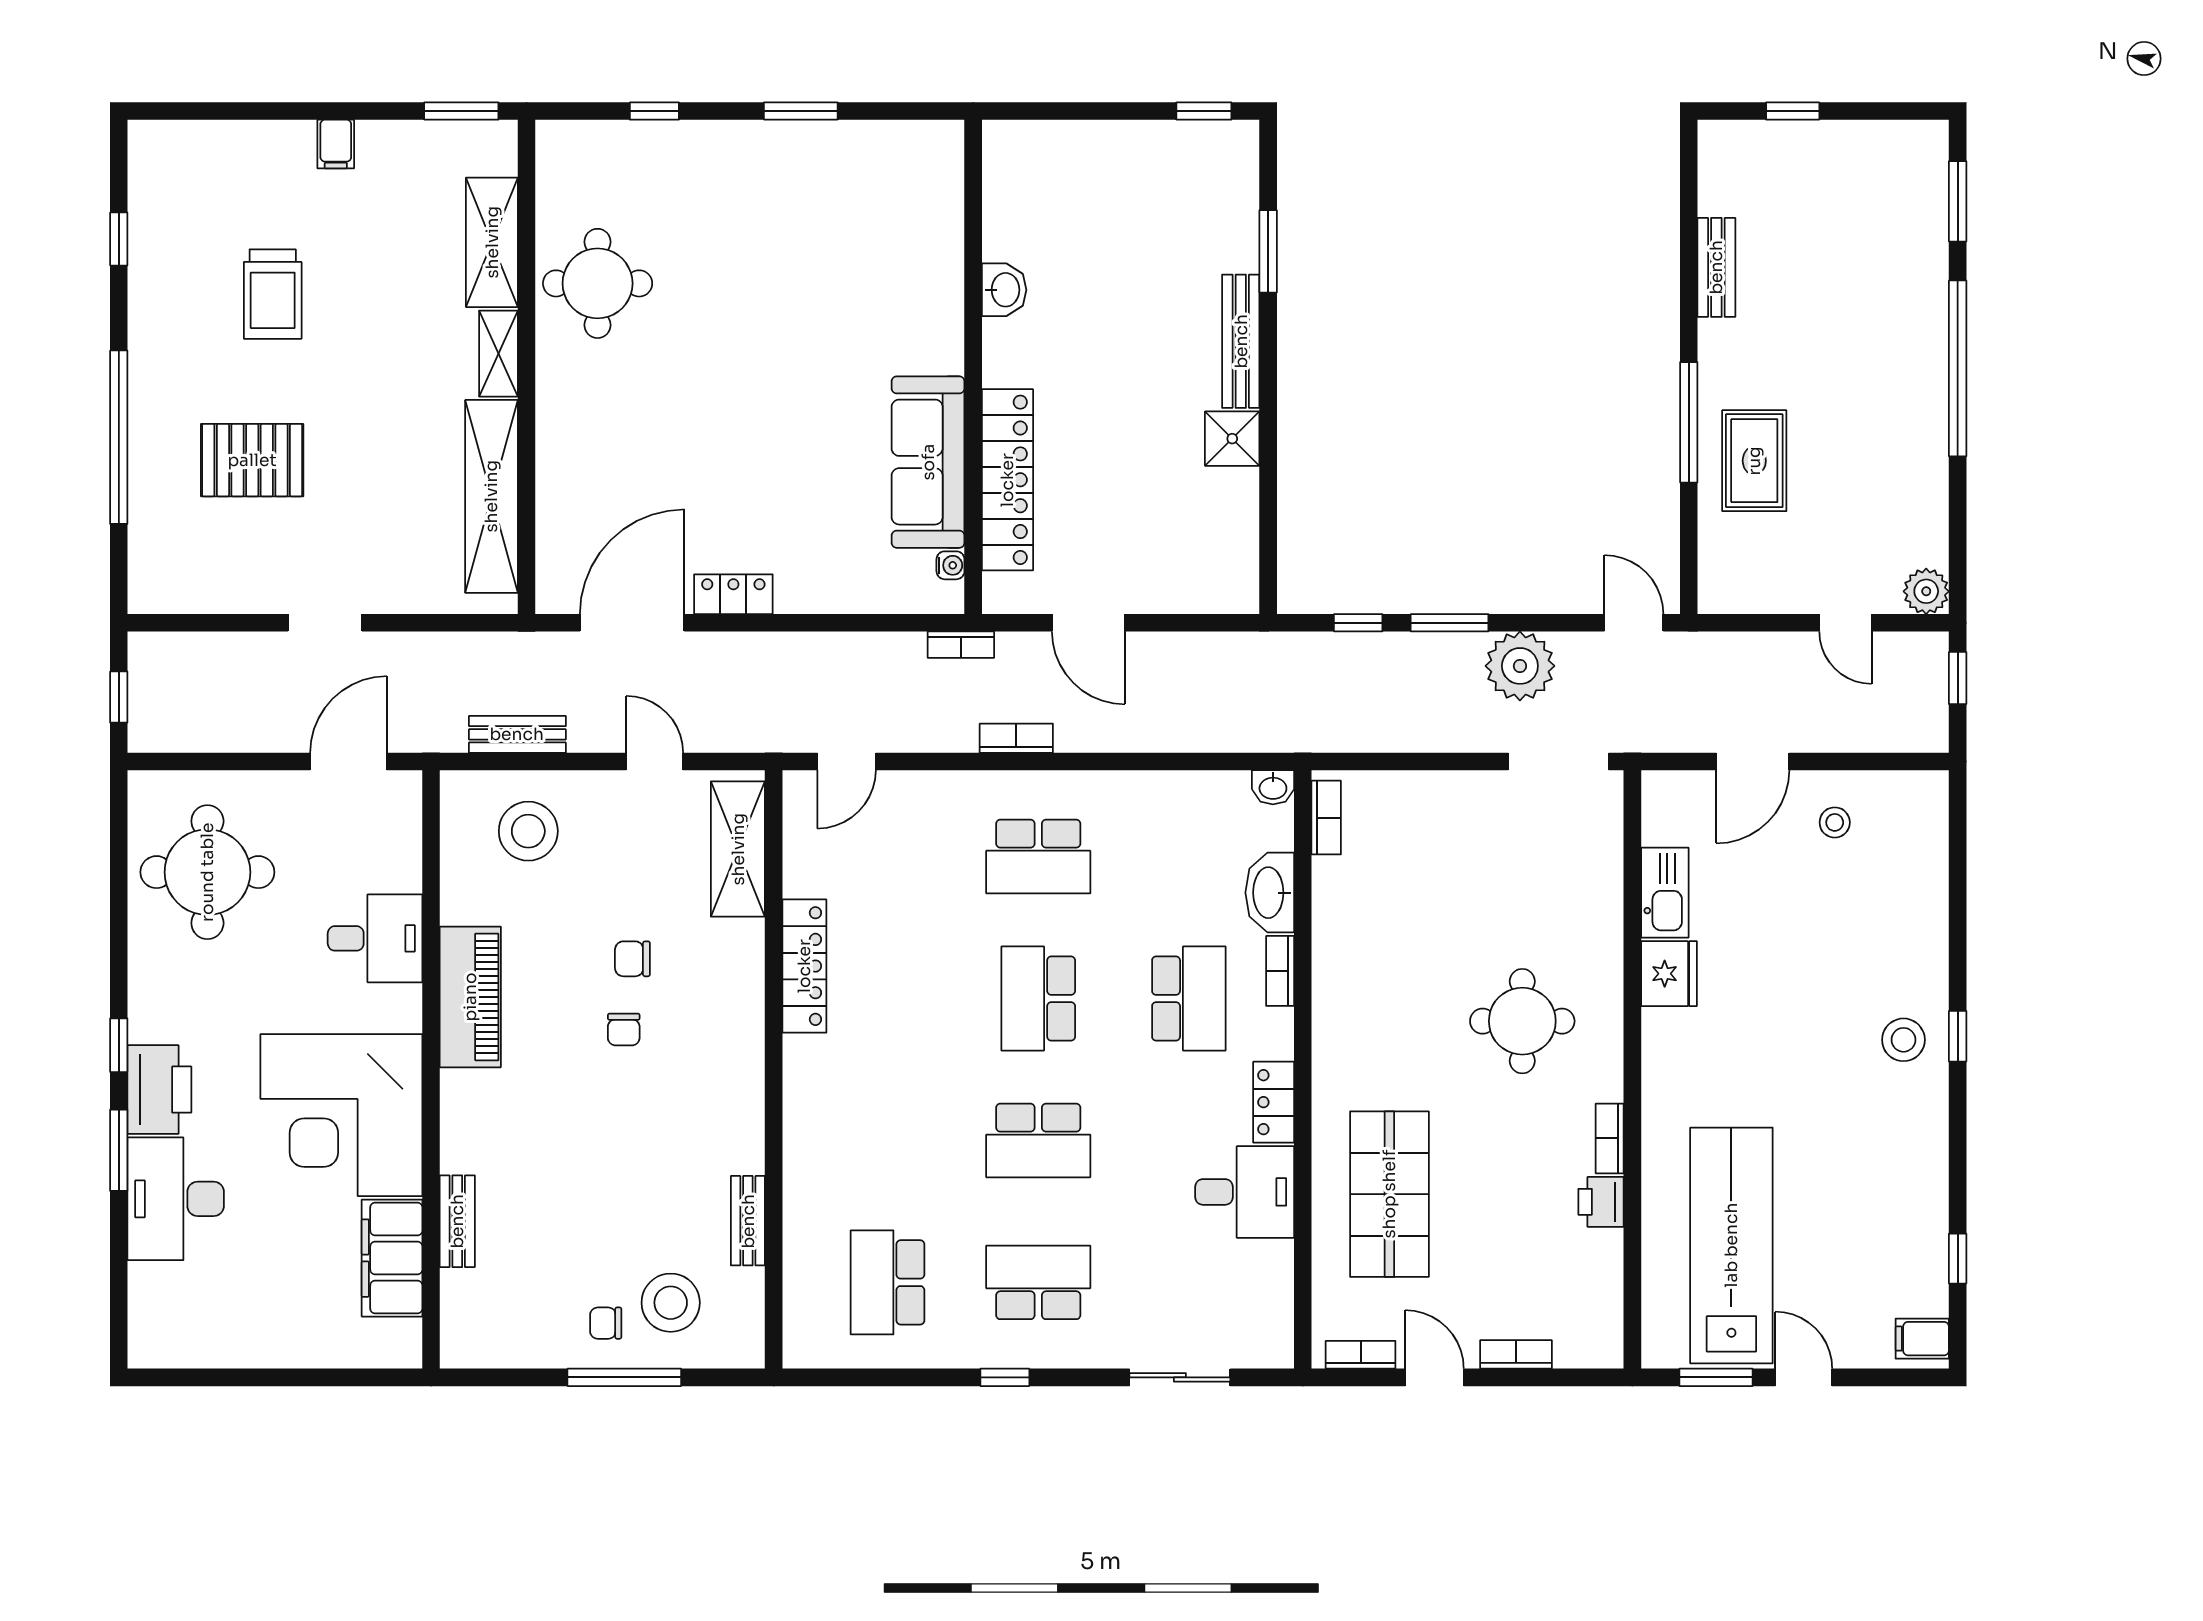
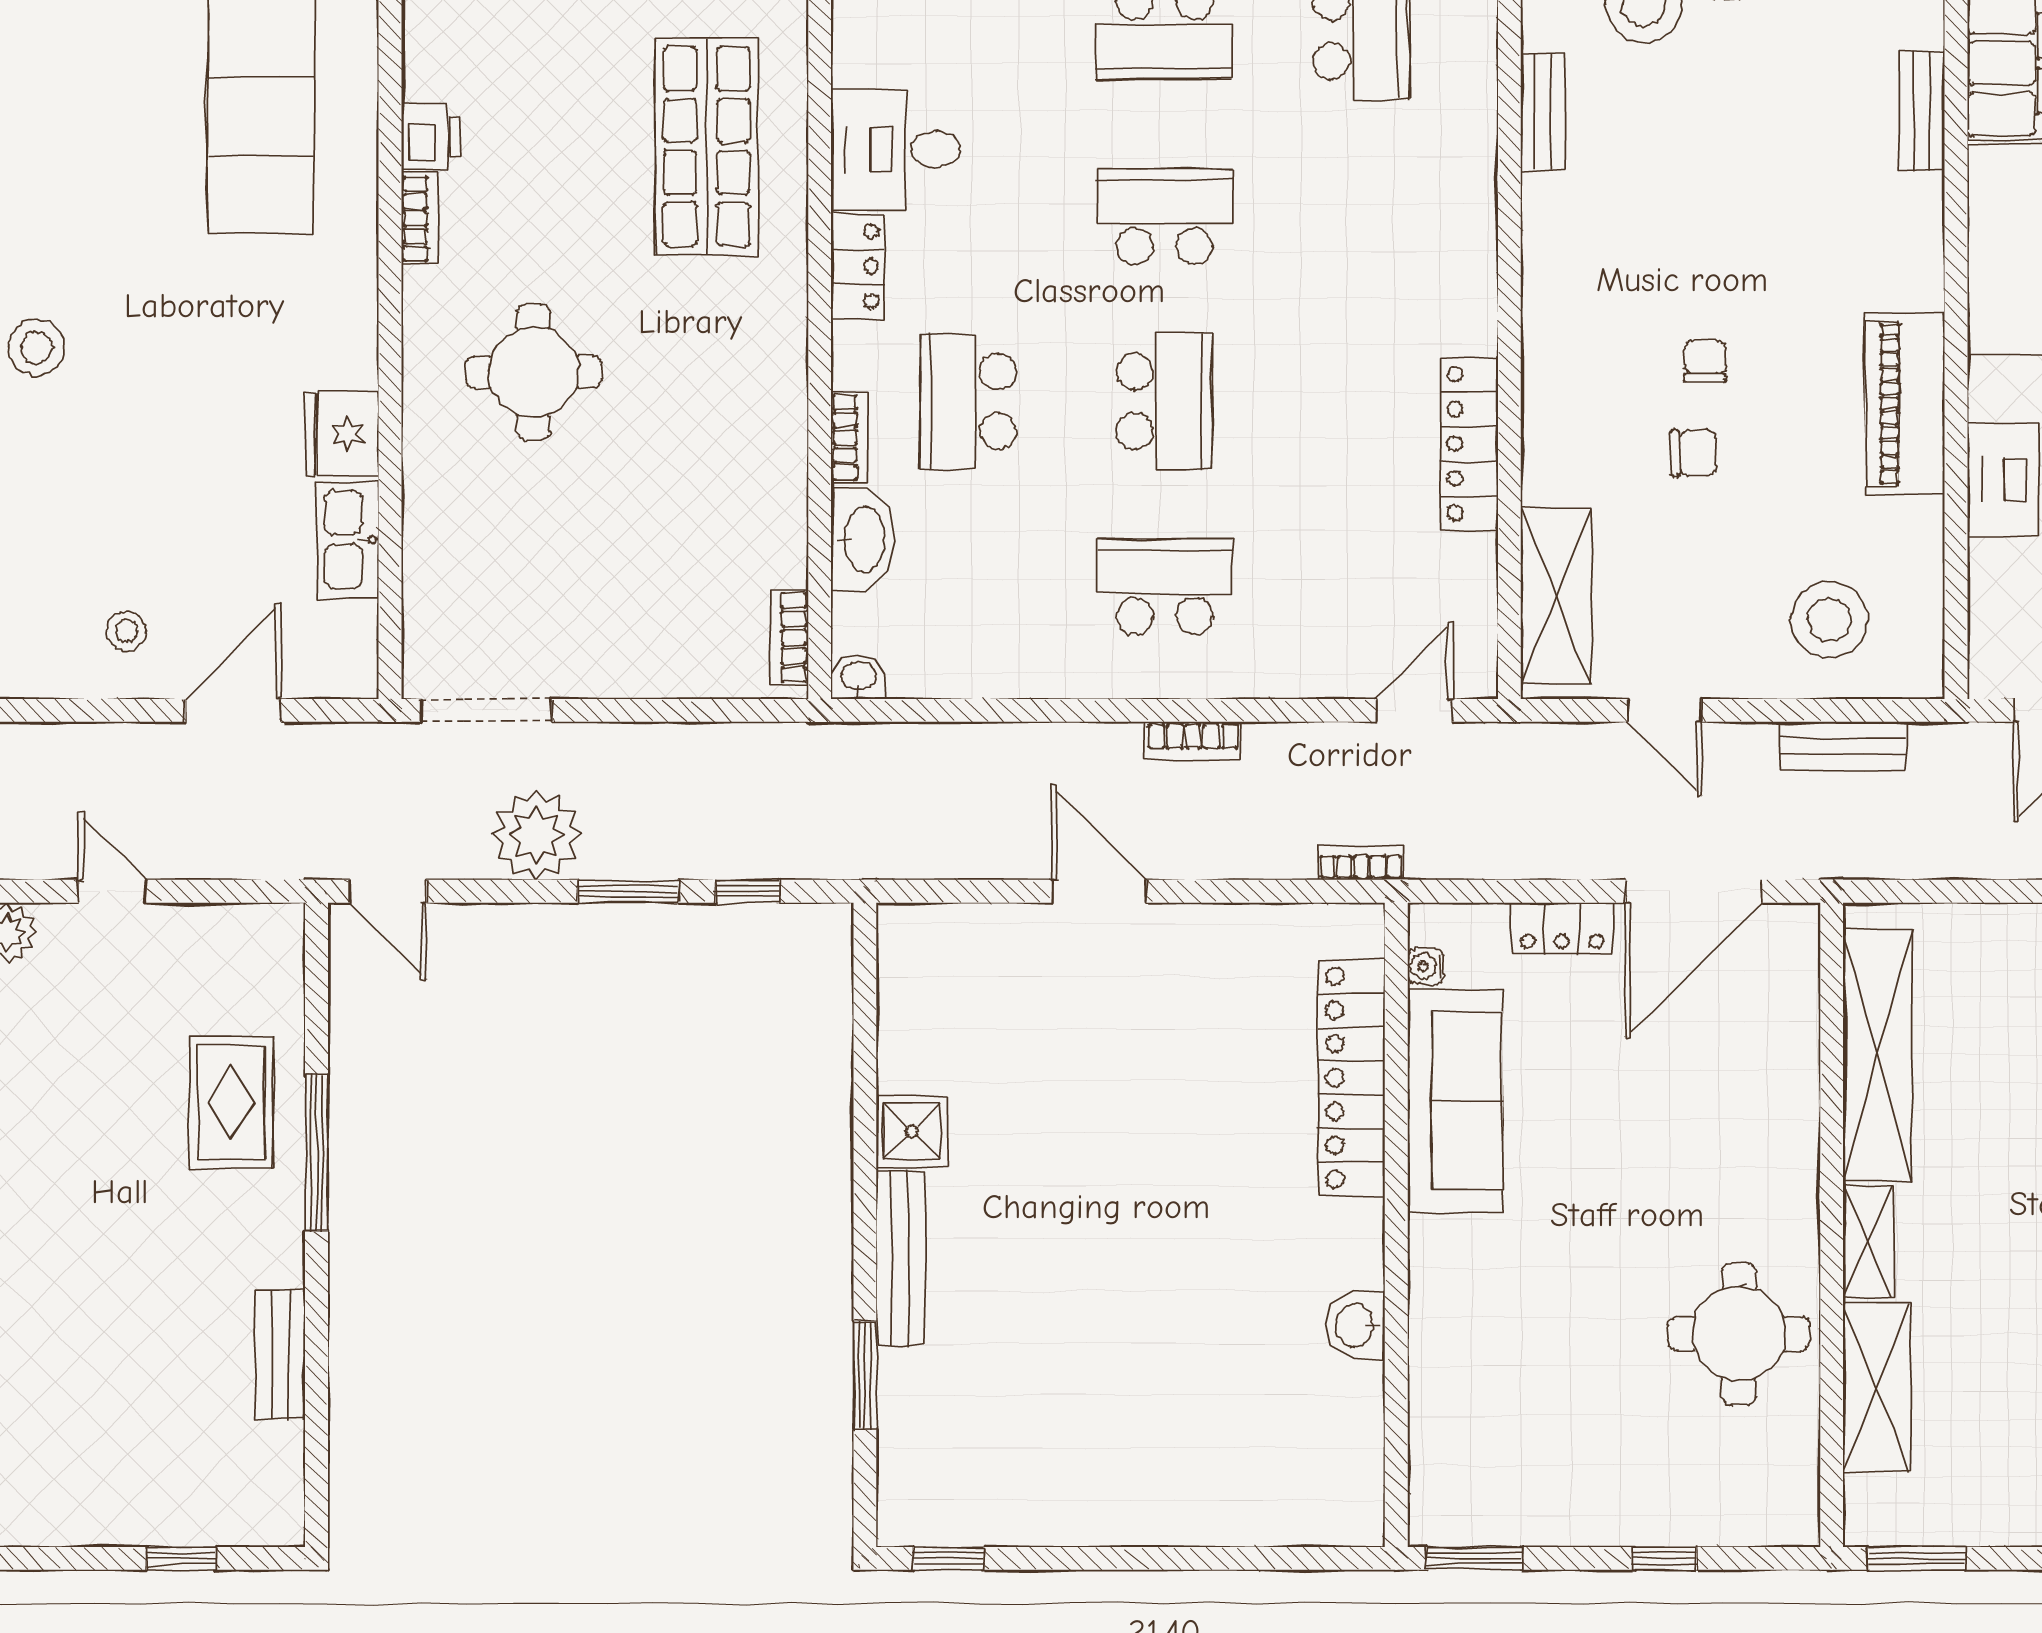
washbasin: (1004, 290) -> (1356, 1325), moved
wall: (973, 367) -> (1396, 1225), moved
sofa: (928, 462) -> (1455, 1101), moved
locker: (1007, 480) -> (1352, 1078), moved
water cooler: (950, 565) -> (1426, 966), moved
bookcase: (961, 645) -> (1361, 863), moved

